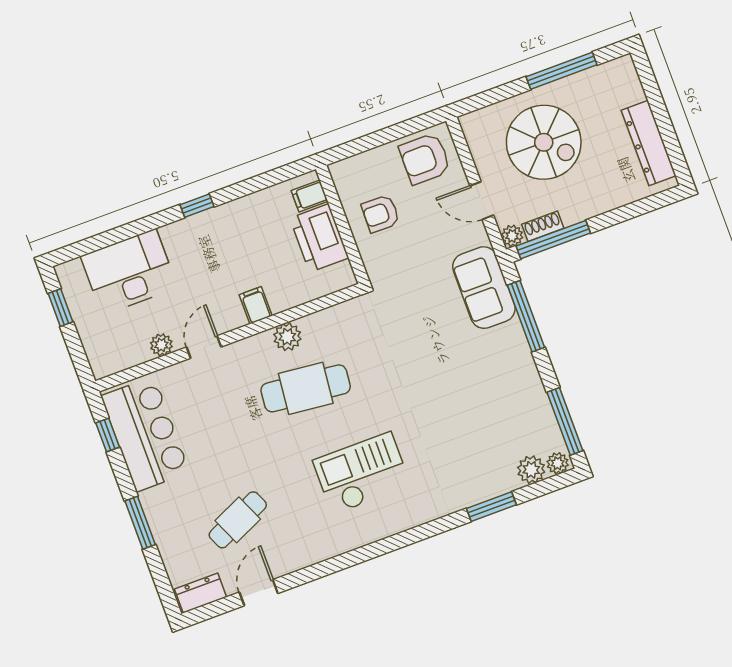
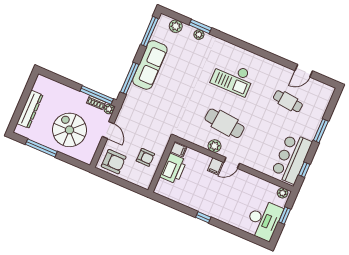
dresser: (649, 143) -> (30, 109), moved
filing cabinet: (310, 196) -> (179, 150), moved
desk: (129, 272) -> (264, 220), moved, turned -90
sofa: (484, 288) -> (150, 65), moved, width x1.36
window: (61, 308) -> (285, 215), moved
plant: (161, 345) -> (283, 193), moved
door: (204, 347) -> (232, 163), moved
plant: (558, 463) -> (199, 35), moved
cafe table: (238, 520) -> (288, 101), turned 30
dresser: (201, 593) -> (323, 89), removed

